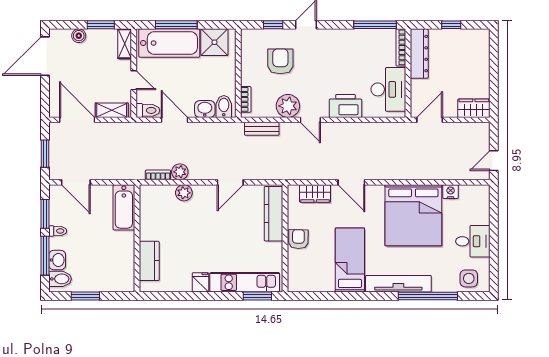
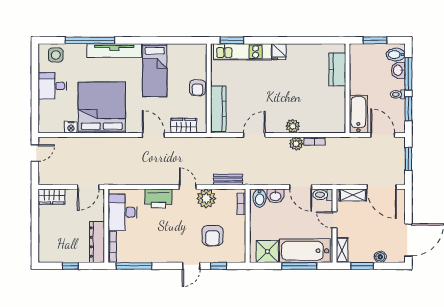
bathtub: (124, 207) -> (358, 114), moved
wall: (137, 238) -> (347, 88), moved
kitchen counter: (149, 261) -> (337, 69), moved

